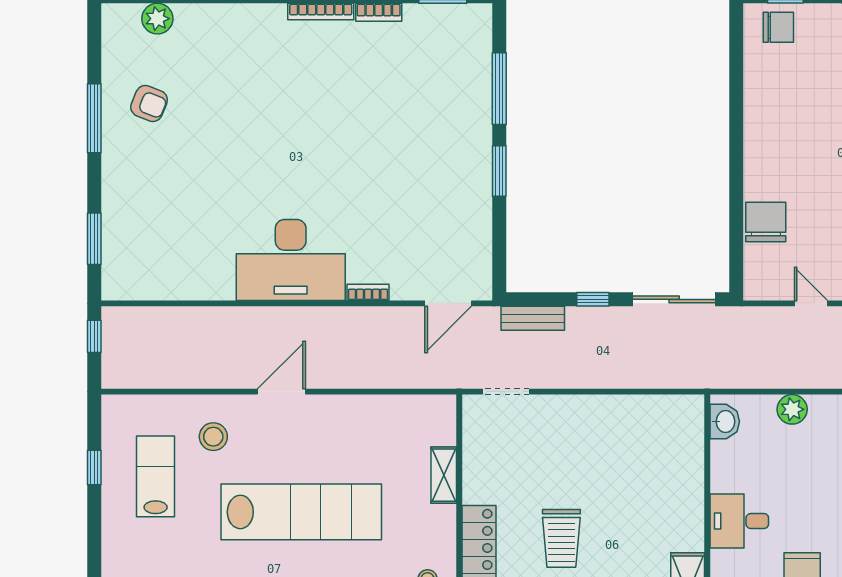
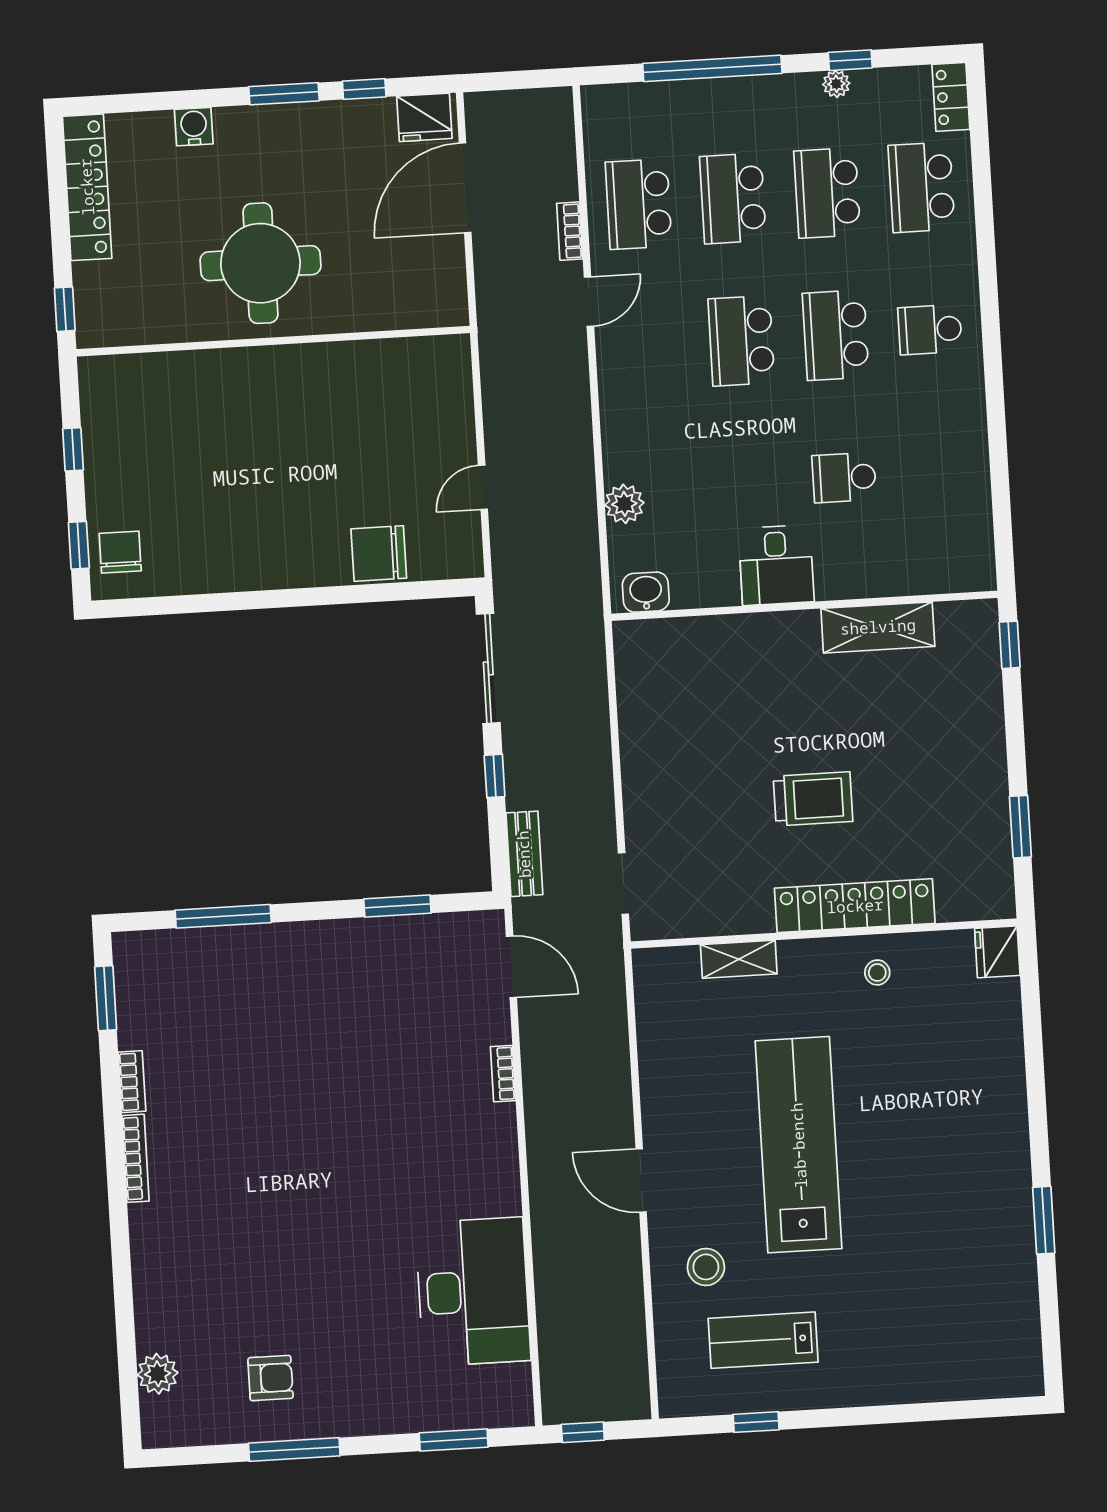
armchair: (149, 103) -> (270, 1378), turned 68
window: (499, 171) -> (397, 906), moved
desk: (291, 260) -> (473, 1292), moved

